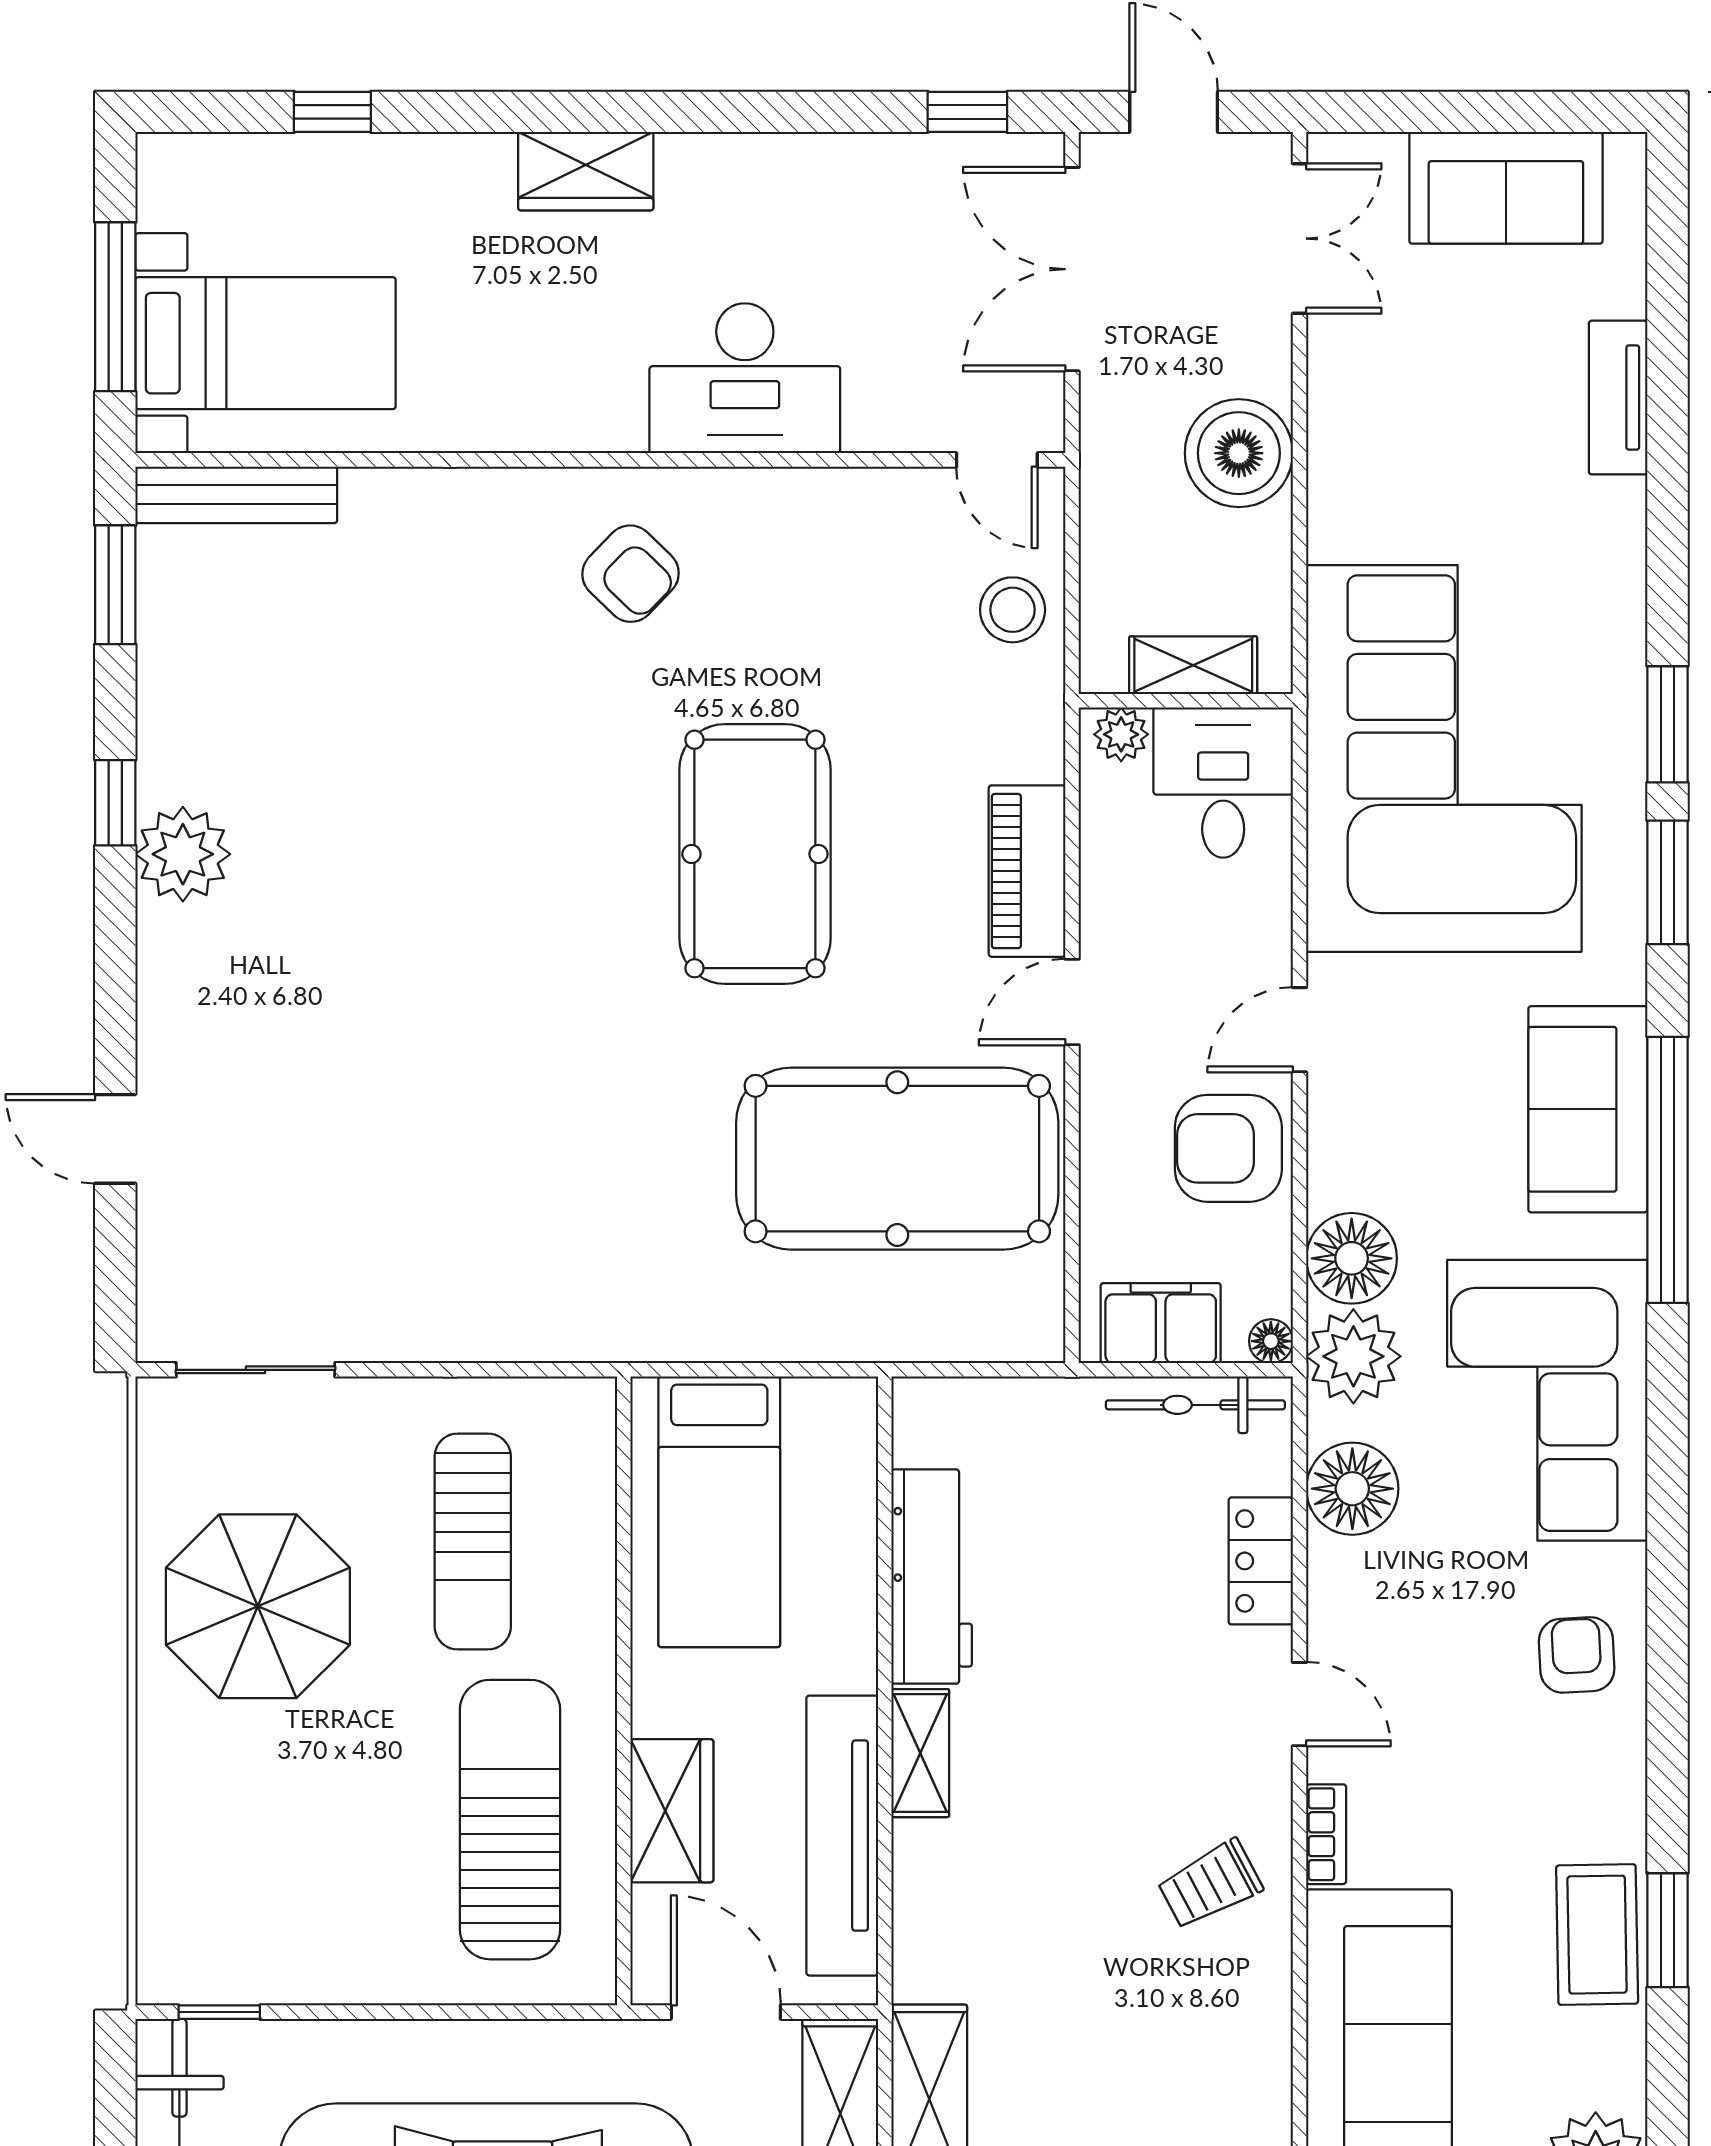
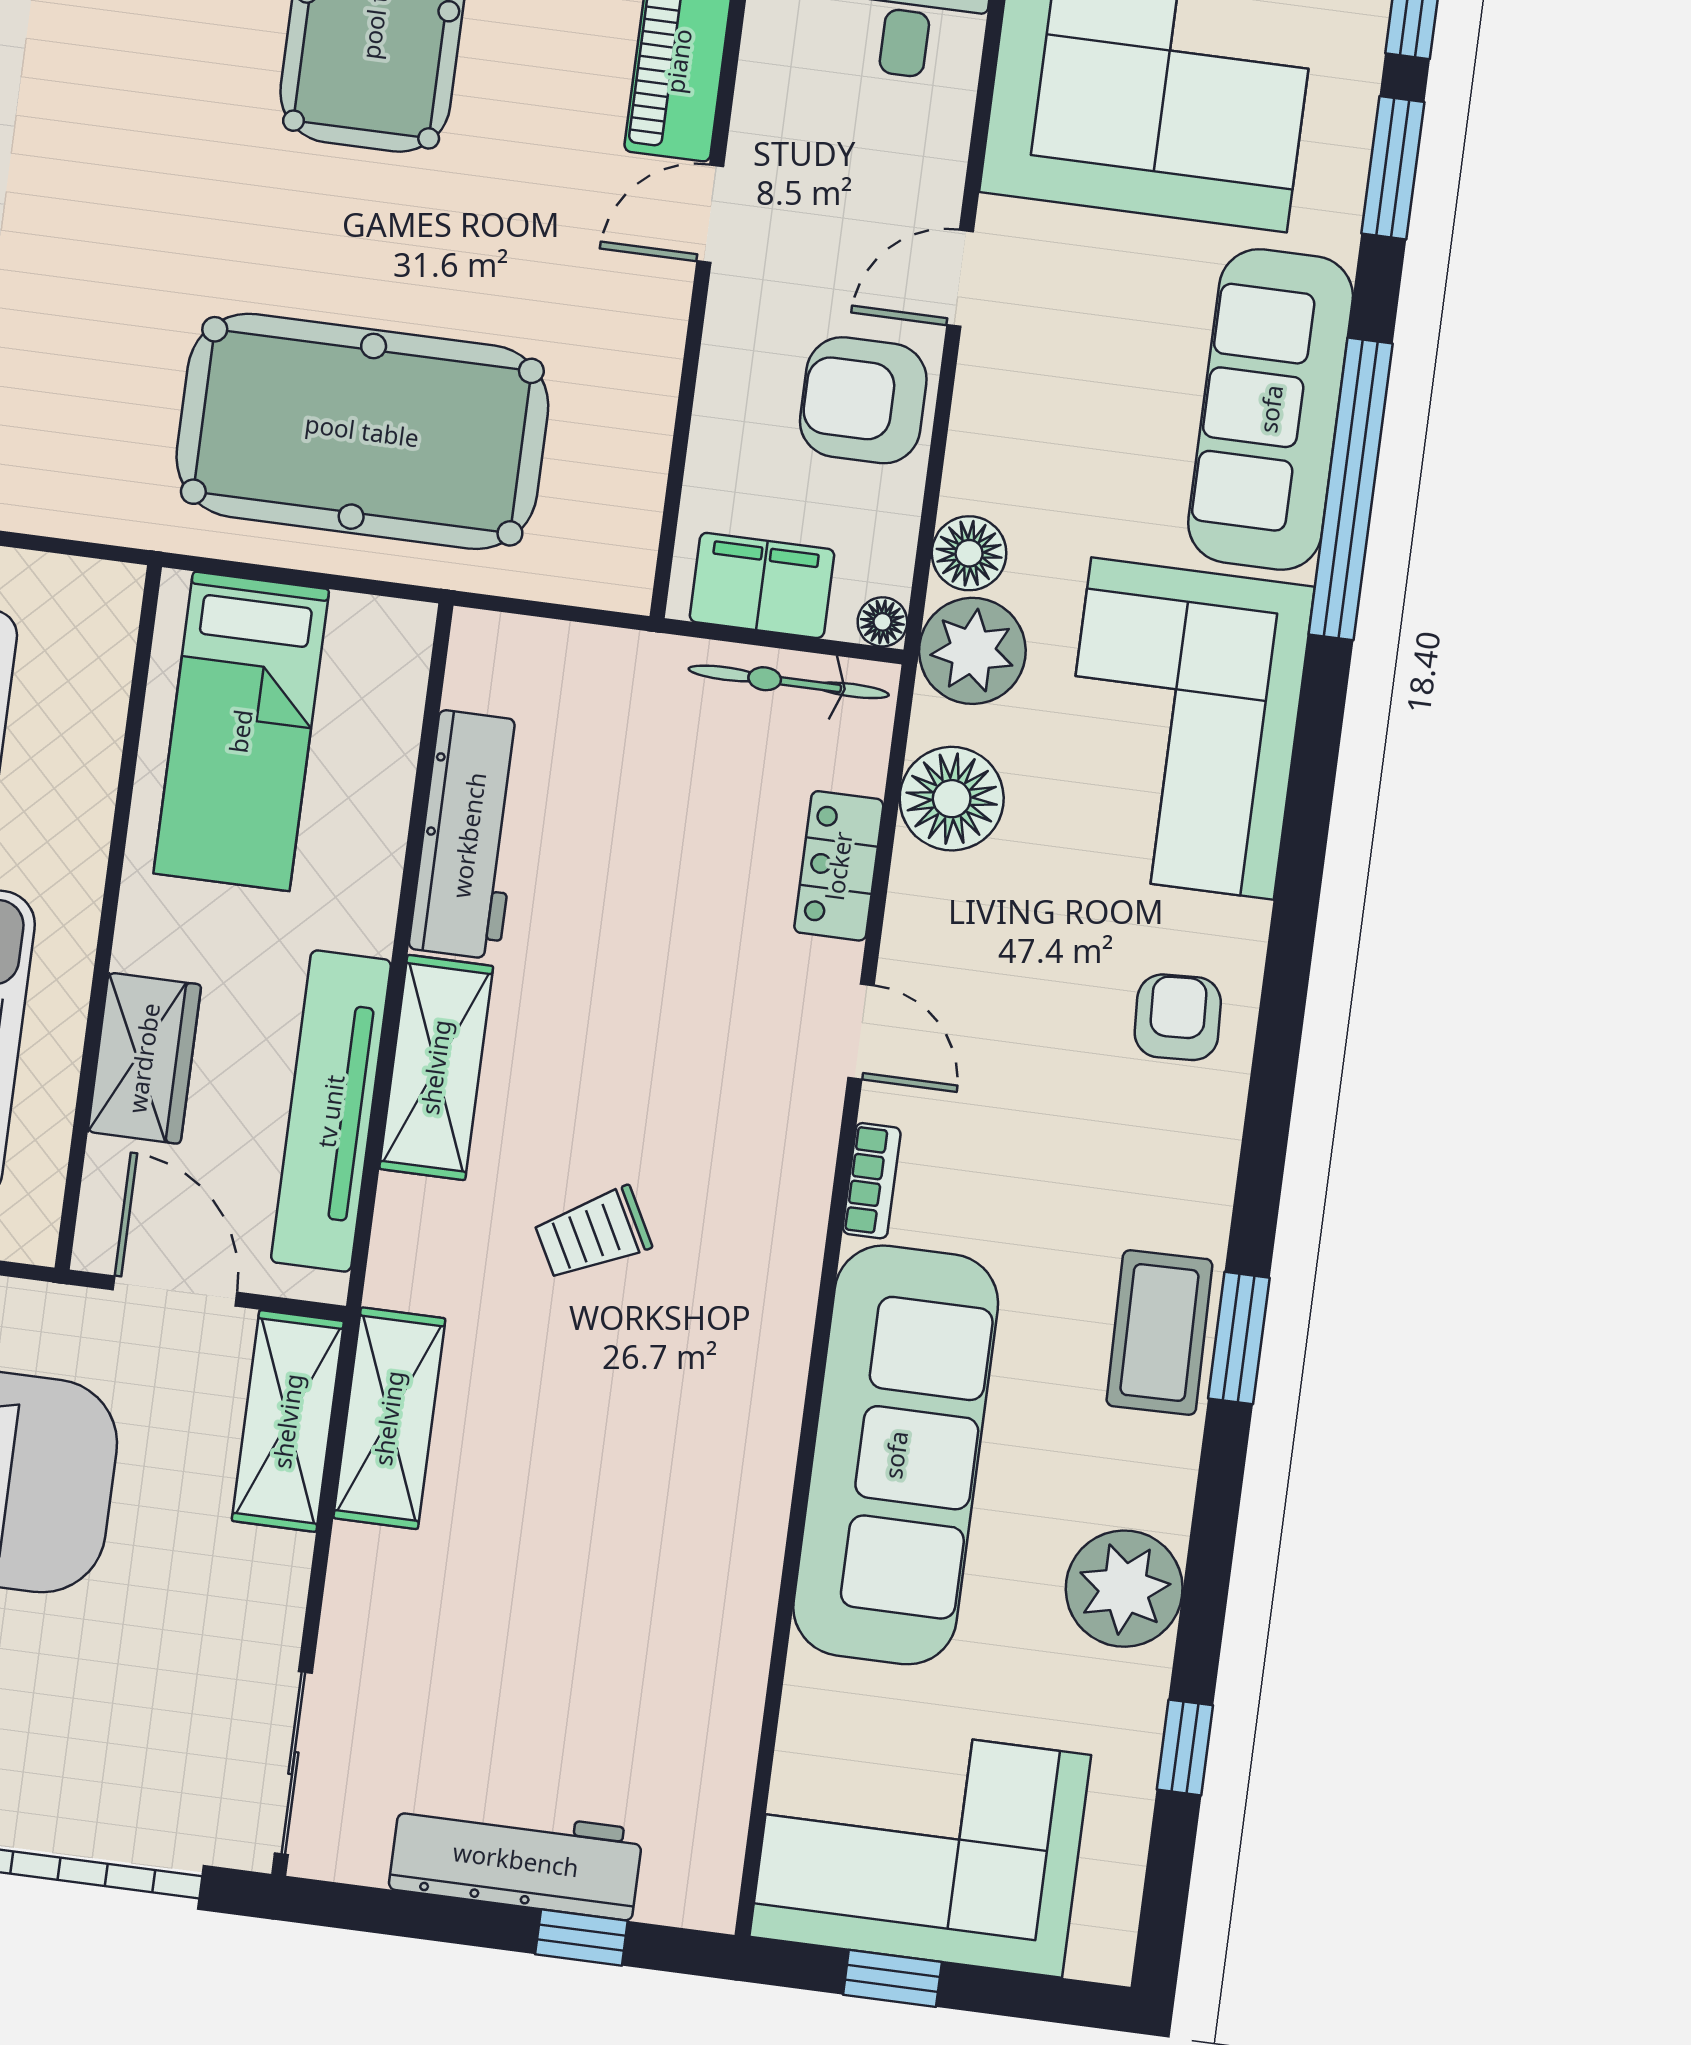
sofa: (1588, 1109) -> (1271, 409), width x1.36
pool table: (897, 1159) -> (362, 431), moved
floor lamp: (1352, 1258) -> (969, 553), width x0.73, depth x0.73
shelving: (920, 1753) -> (436, 1067), width x1.50, depth x1.33
trolley: (1210, 1884) -> (593, 1234), moved

